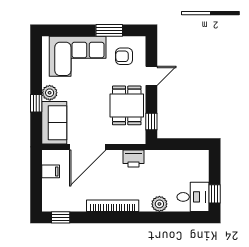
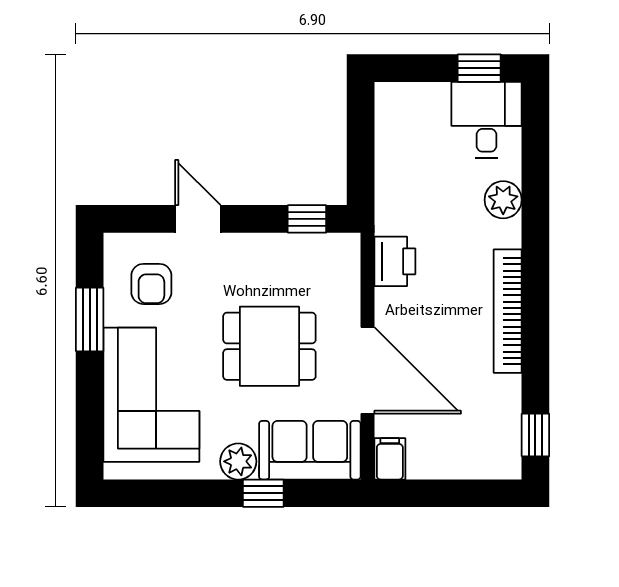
dining table: (127, 105) -> (269, 346), moved
filing cabinet: (51, 171) -> (390, 459), moved

